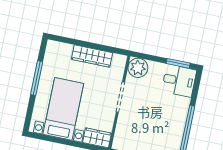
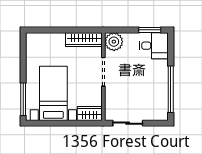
wardrobe: (92, 56) -> (84, 40), moved
window: (37, 78) -> (23, 99), moved

